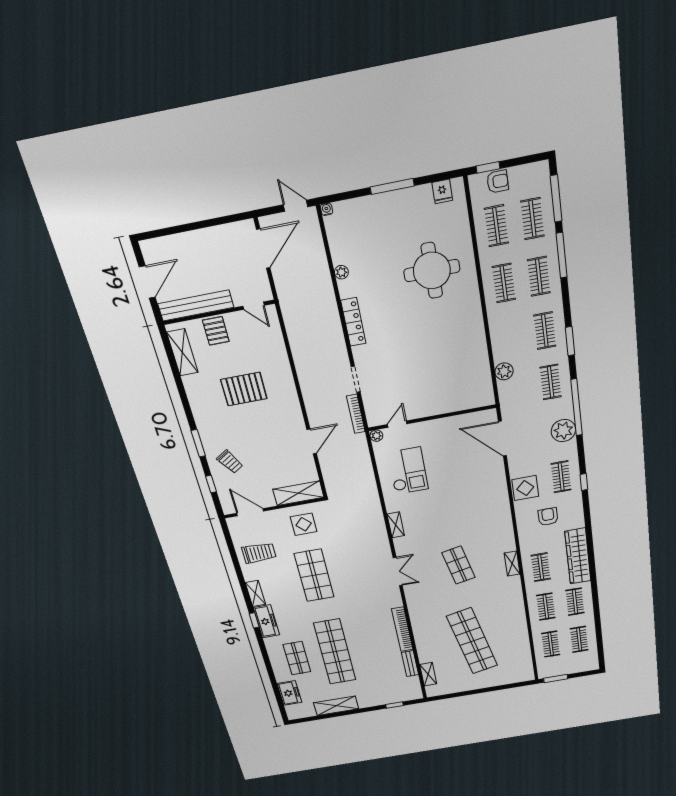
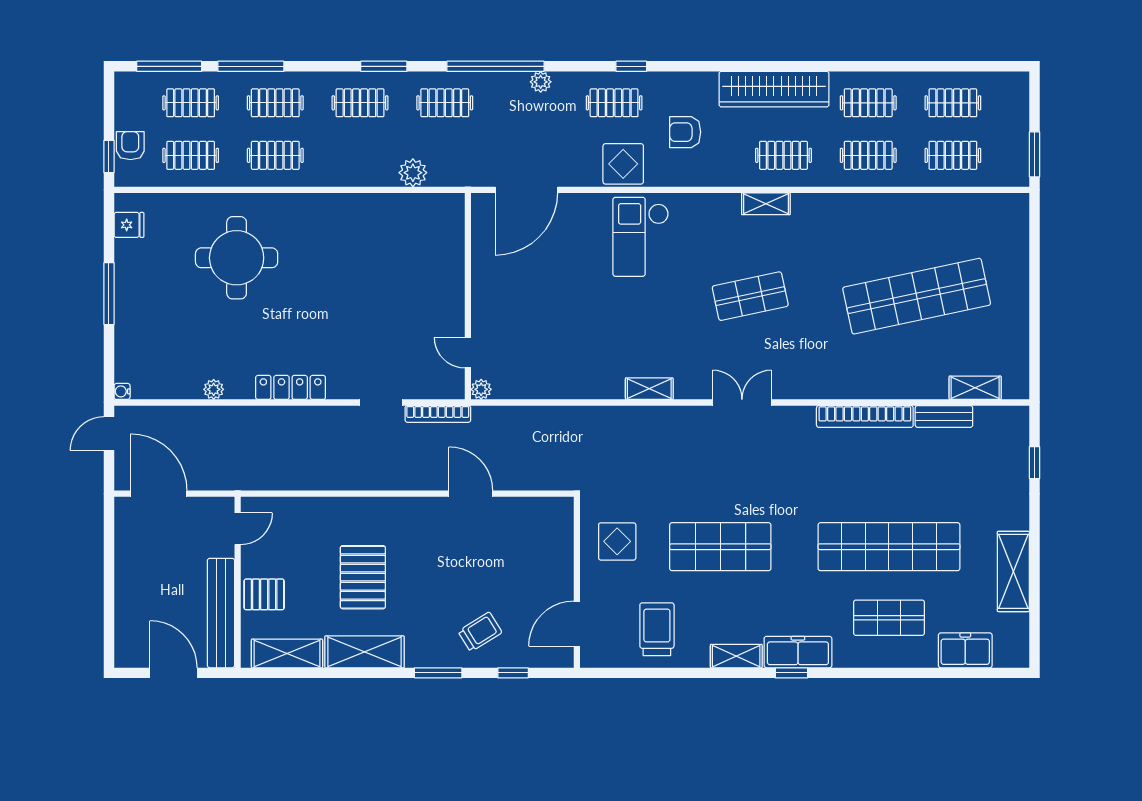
plant: (563, 431) -> (541, 82), width x0.53, depth x0.53
checkout: (408, 471) -> (641, 237), moved, turned -90
shelving: (298, 493) -> (365, 652), moved, turned 90

